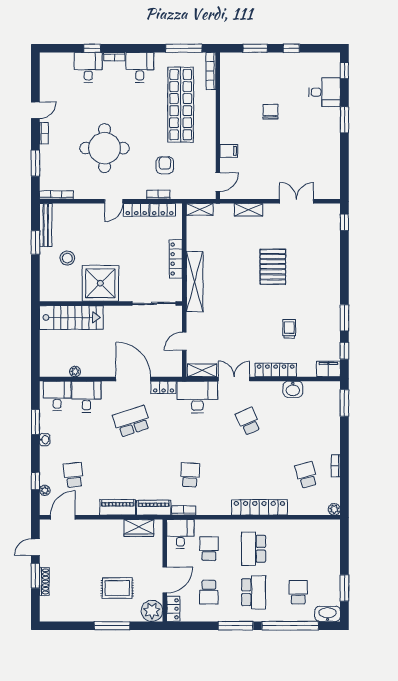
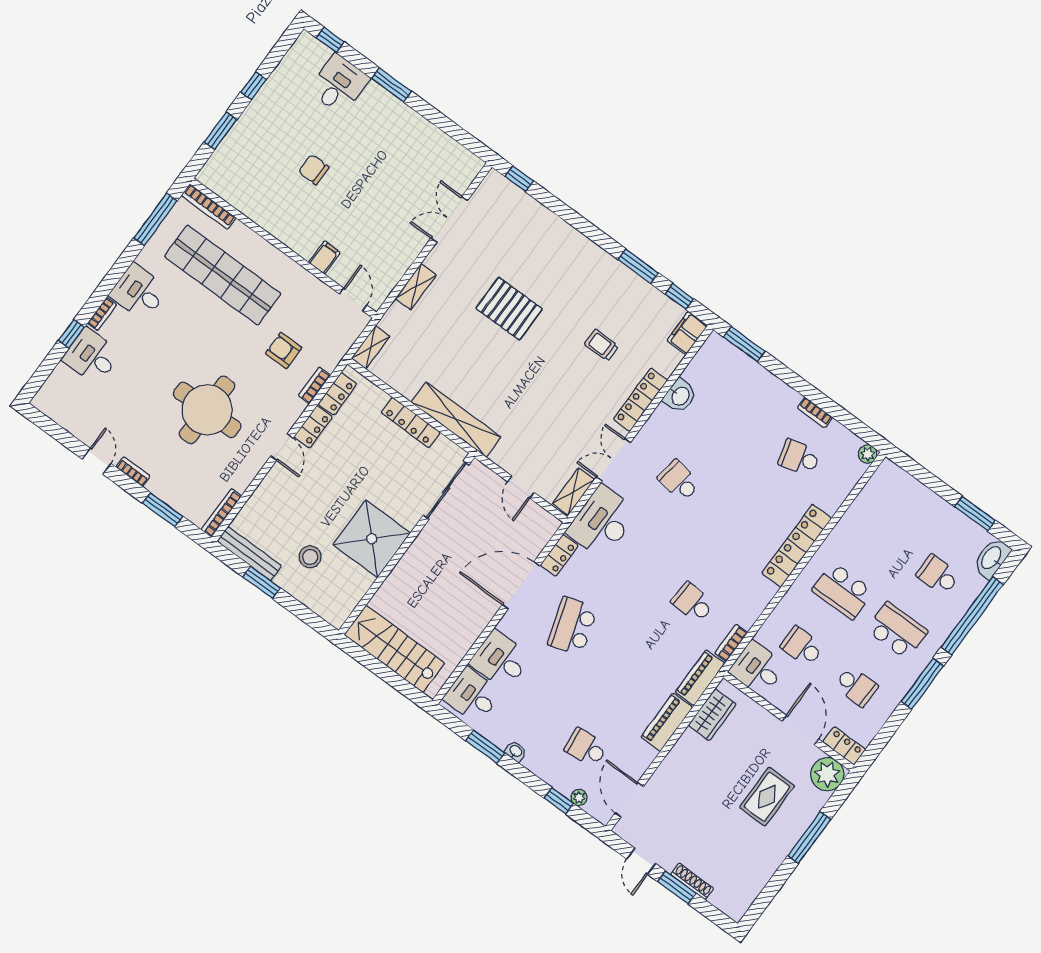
stairs: (71, 317) -> (394, 649), moved, turned -90
plant: (75, 371) -> (459, 651), removed
school desk: (248, 421) -> (679, 481), turned 33

